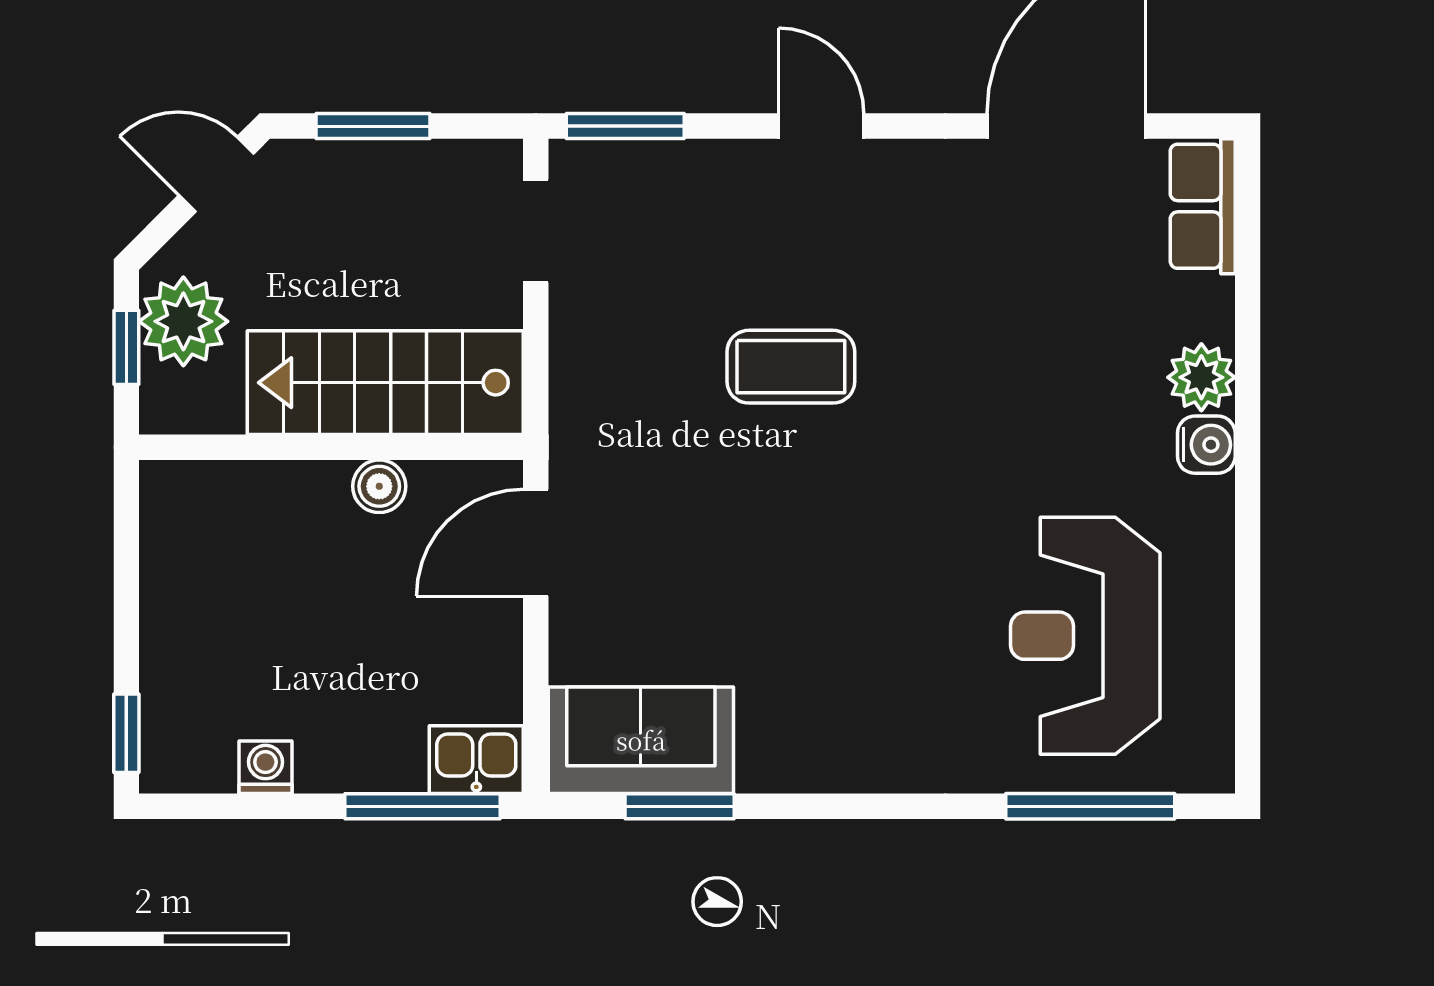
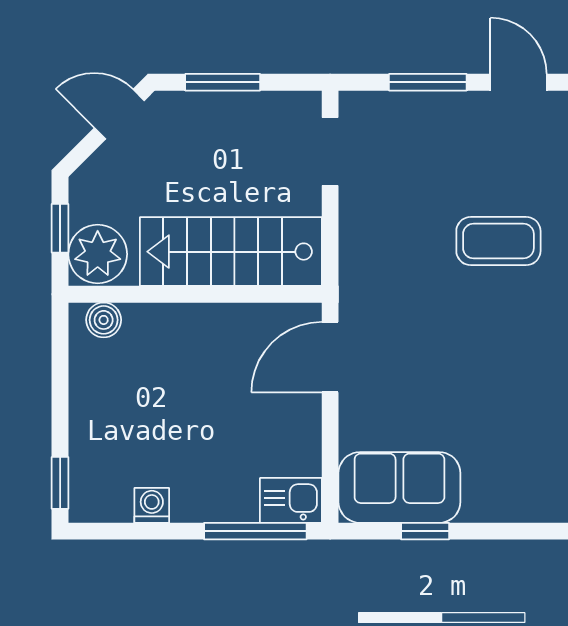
window: (625, 126) -> (428, 82), moved
plant: (183, 321) -> (98, 254), moved
boiler: (379, 486) -> (104, 320), moved
window: (680, 806) -> (425, 531), width x0.67

